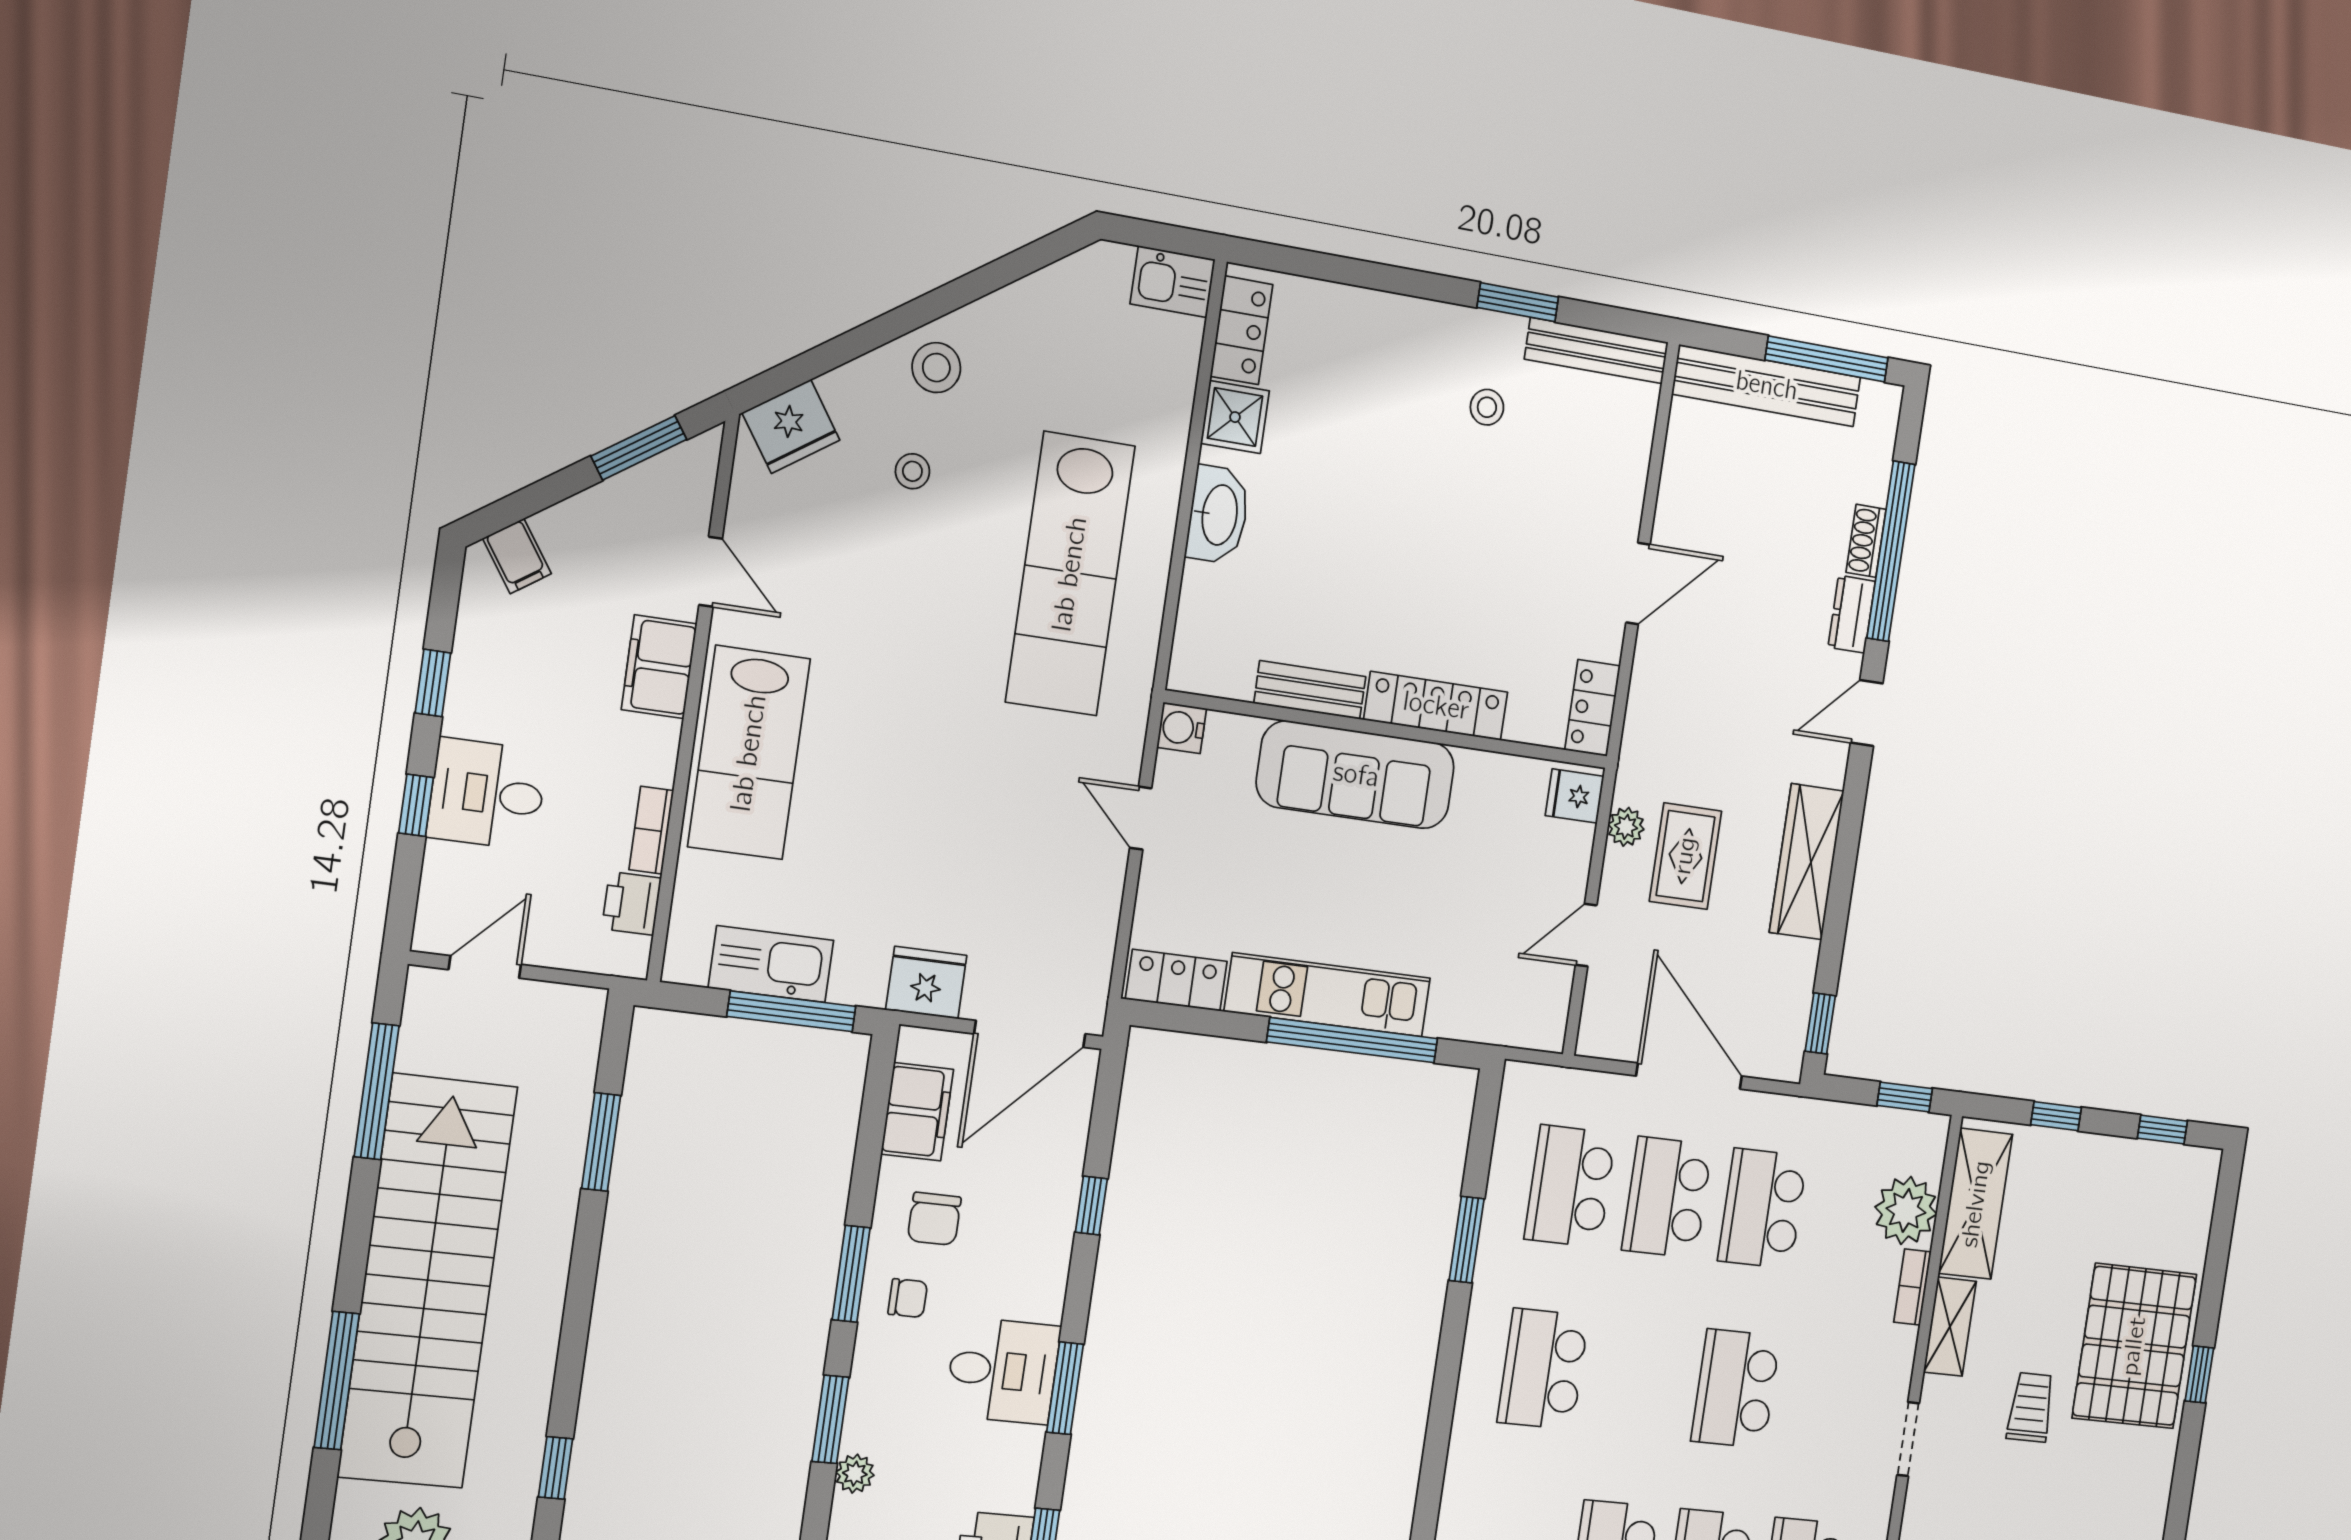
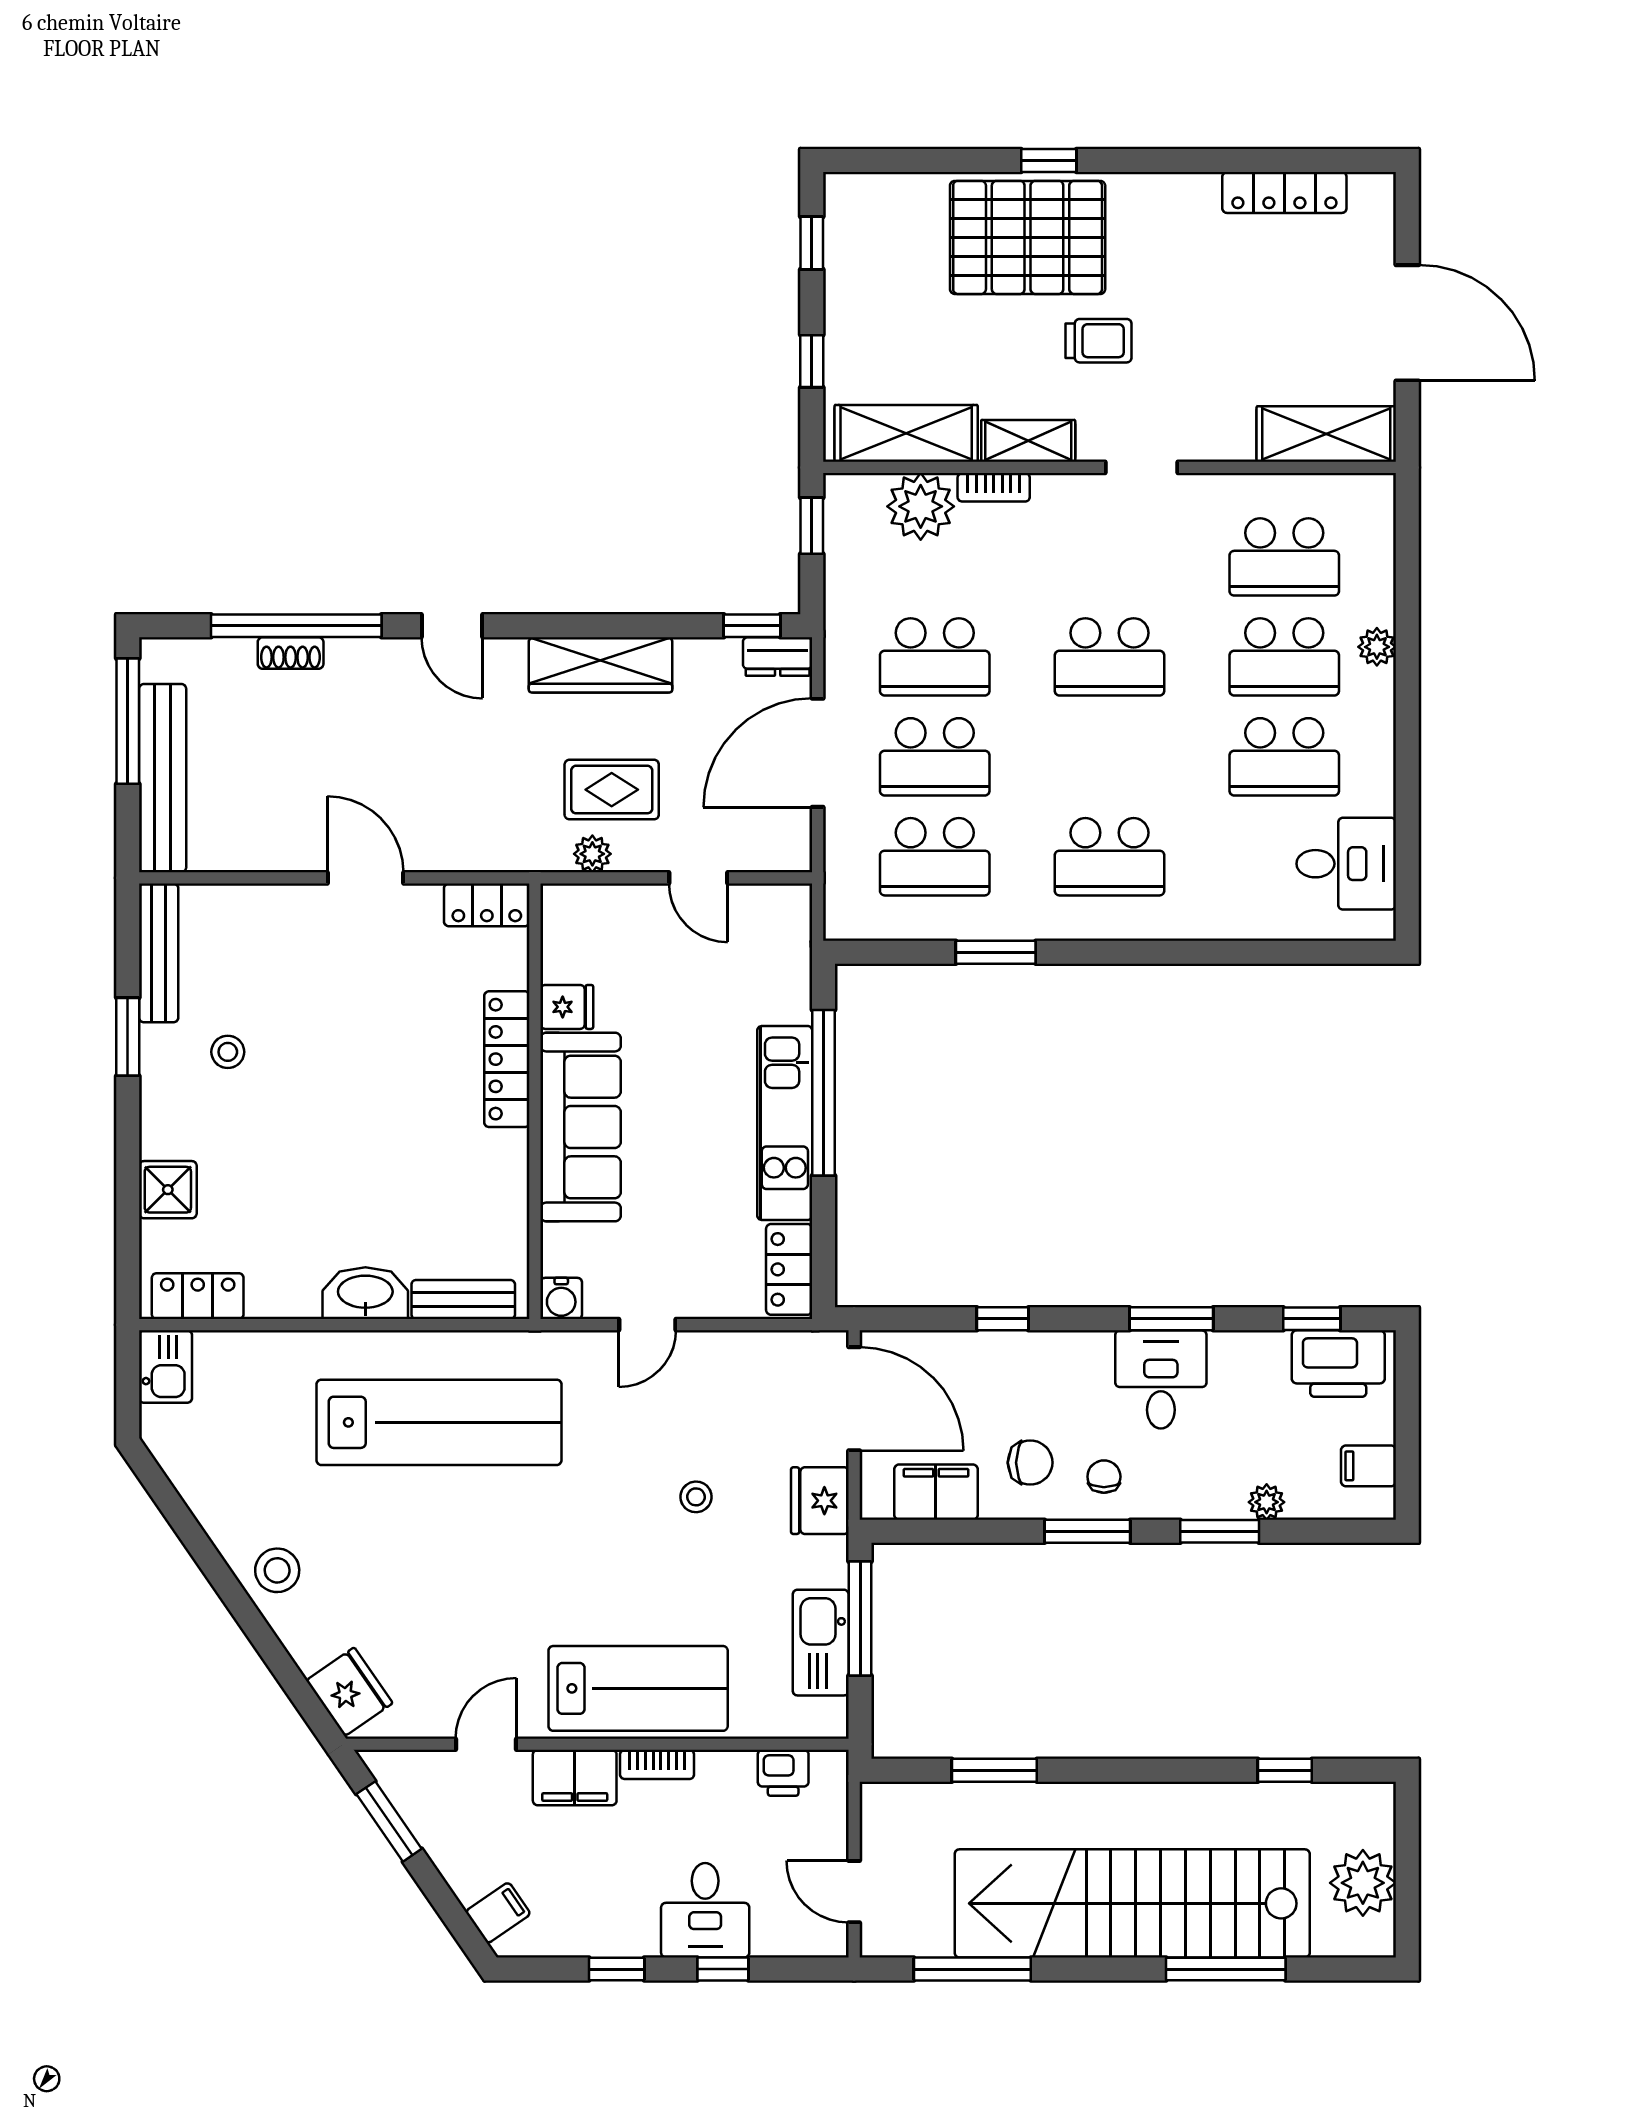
shower: (1235, 417) -> (168, 1190), moved
stool: (912, 471) -> (696, 1497), moved
dresser: (1852, 614) -> (778, 657), moved
bench: (1310, 690) -> (463, 1300), moved, turned 90
fridge: (1575, 796) -> (567, 1007), moved, turned -90
bookcase: (651, 830) -> (657, 1764), moved
trolley: (2031, 1407) -> (1099, 341), turned 180

